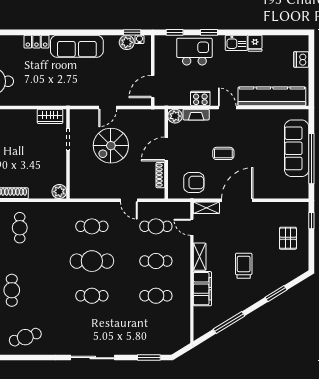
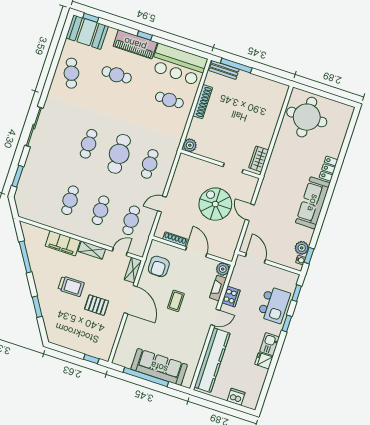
pallet: (288, 238) -> (97, 305), moved

